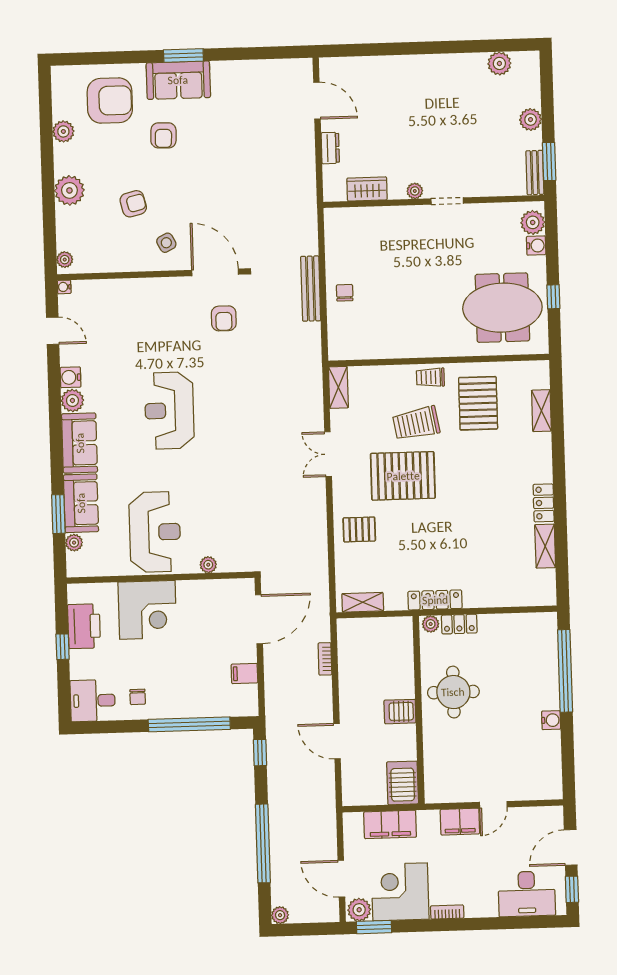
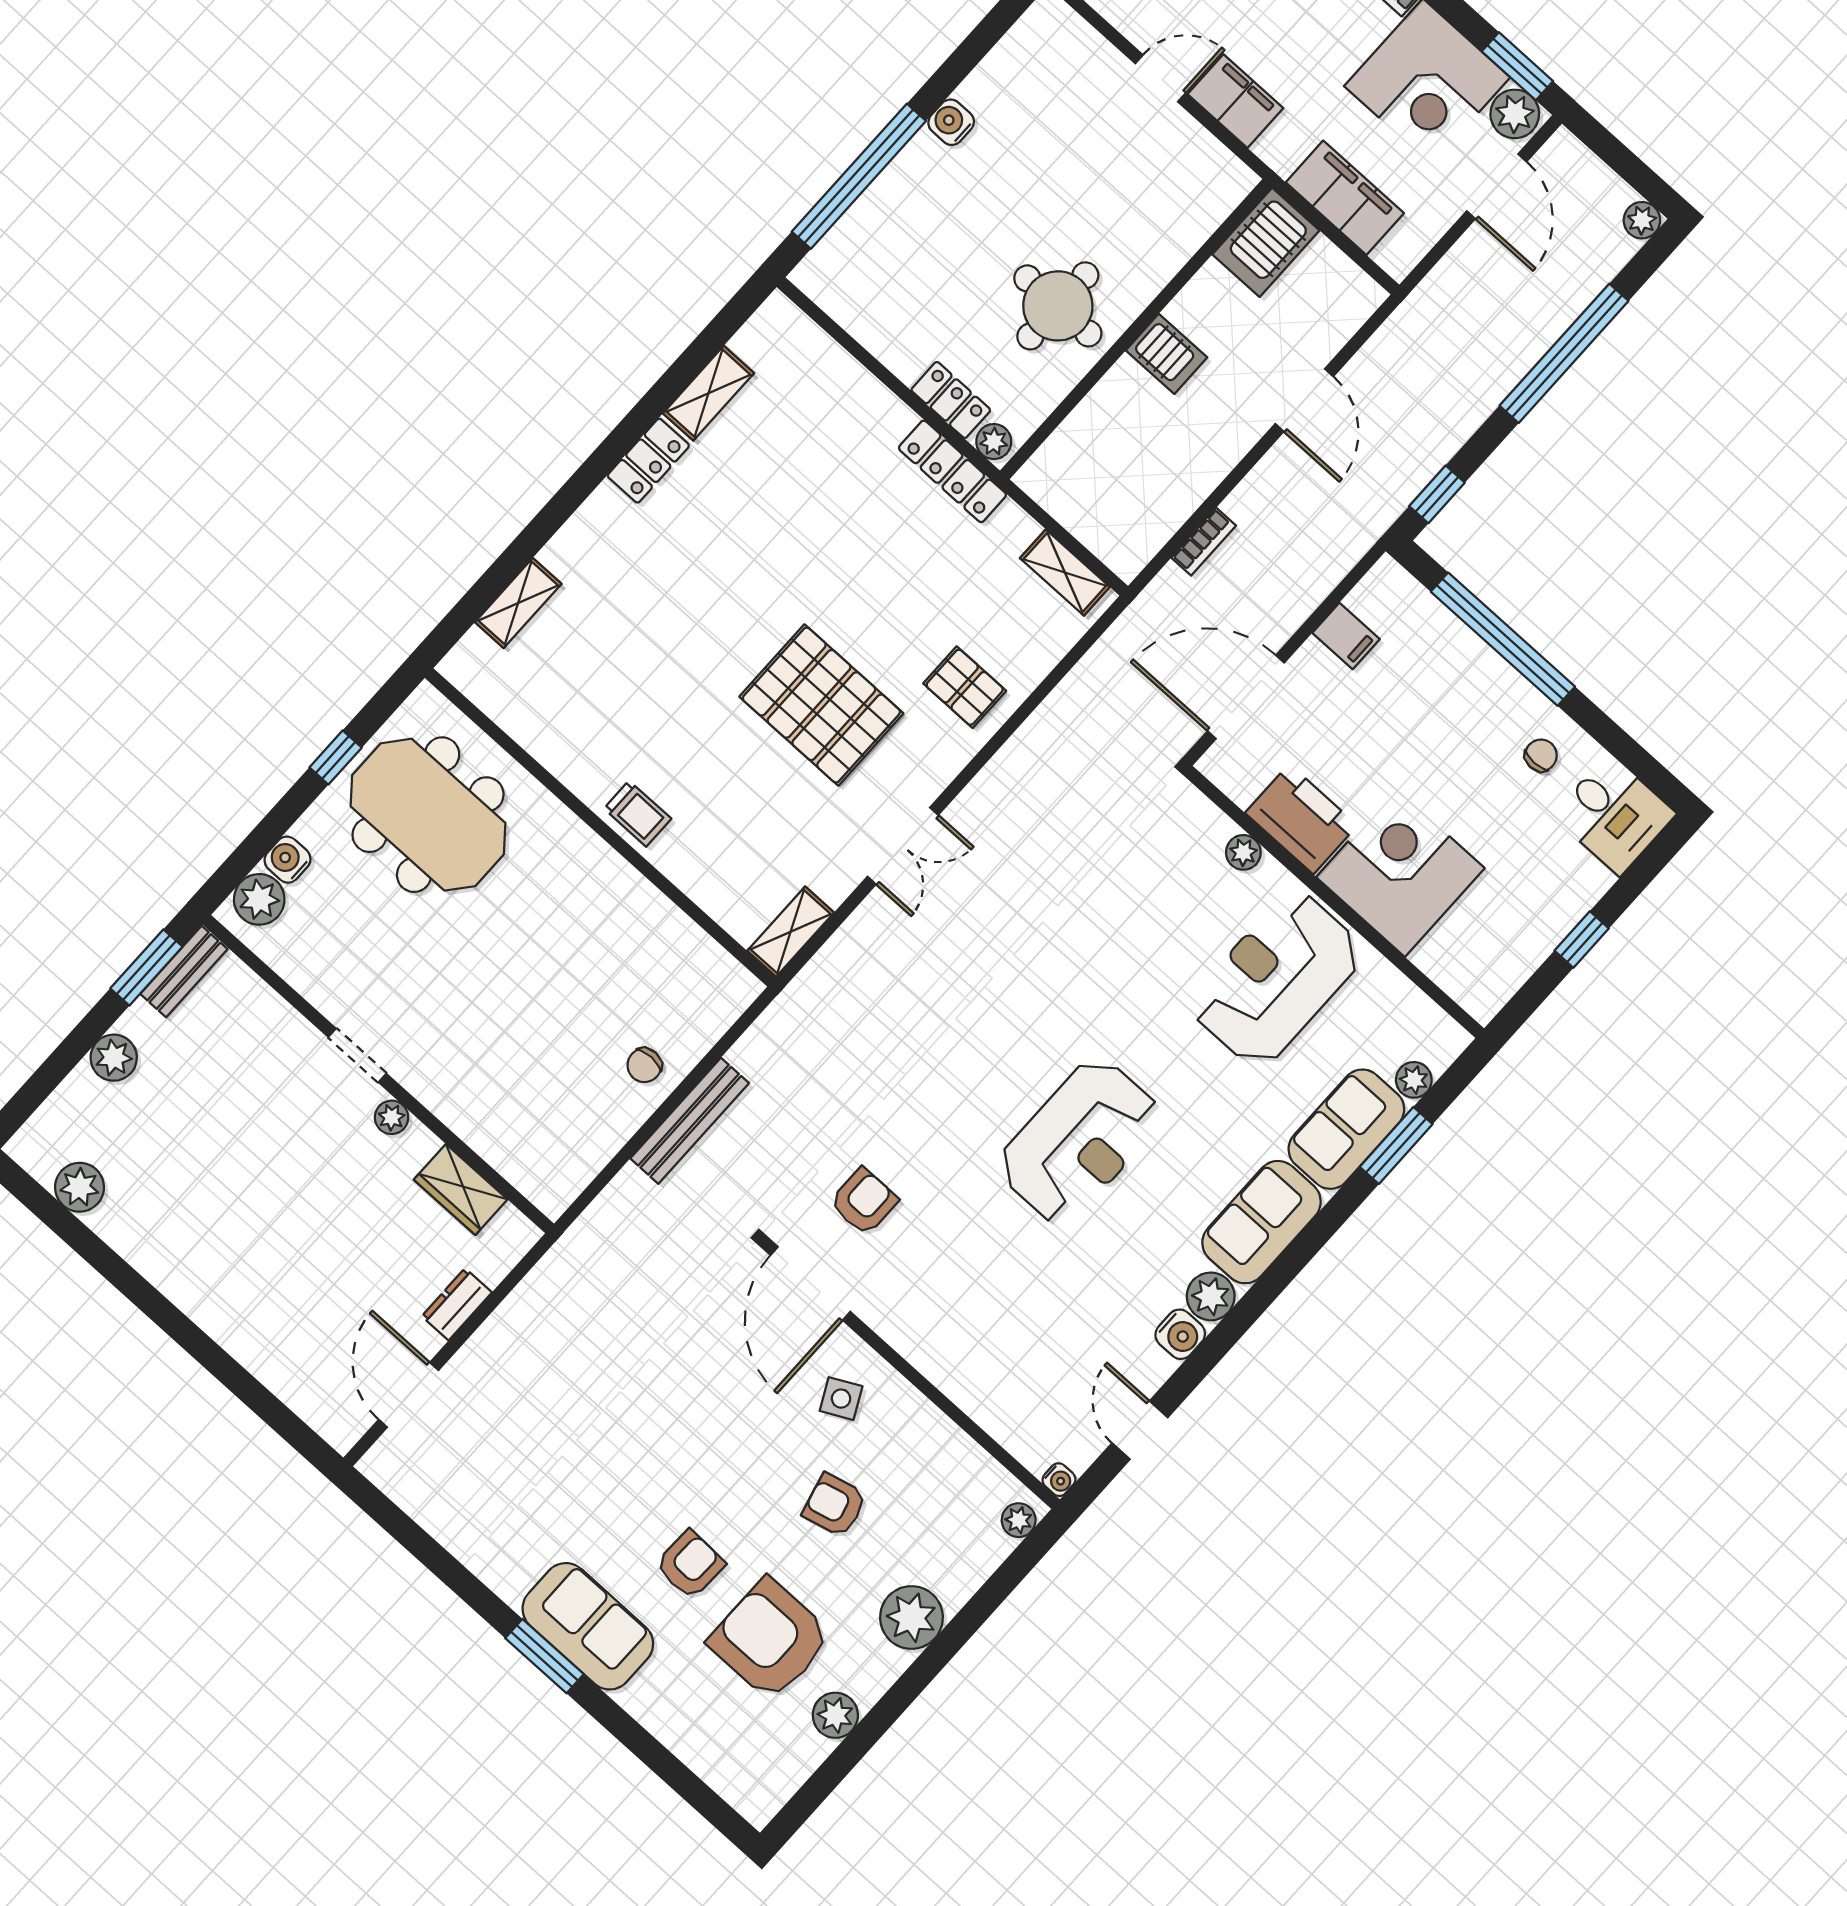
armchair: (110, 101) -> (770, 1639), moved
pallet: (478, 403) -> (603, 706), removed
trolley: (416, 423) -> (725, 765), removed
printer: (84, 626) -> (1301, 819), moved, turned 90

